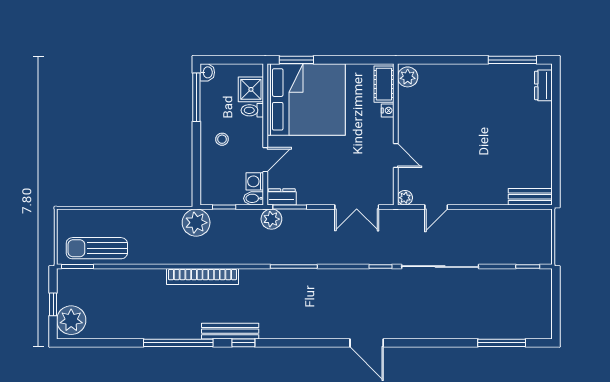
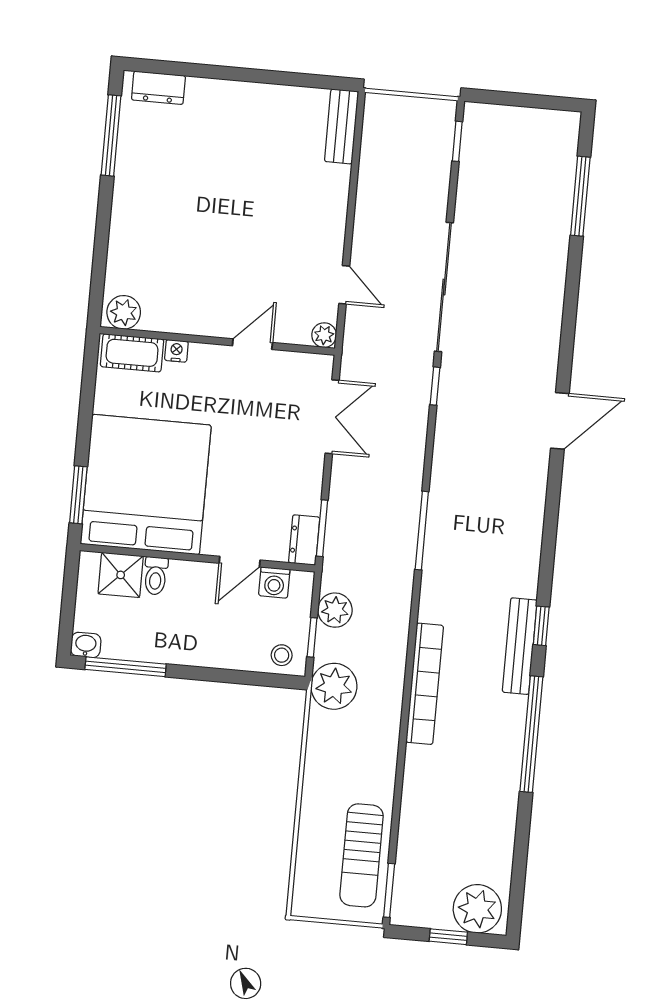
stool: (222, 139) -> (282, 655), moved
door: (265, 160) -> (240, 562), swing flipped
bidet: (254, 198) -> (302, 587), removed
plant: (271, 219) -> (335, 610), moved

